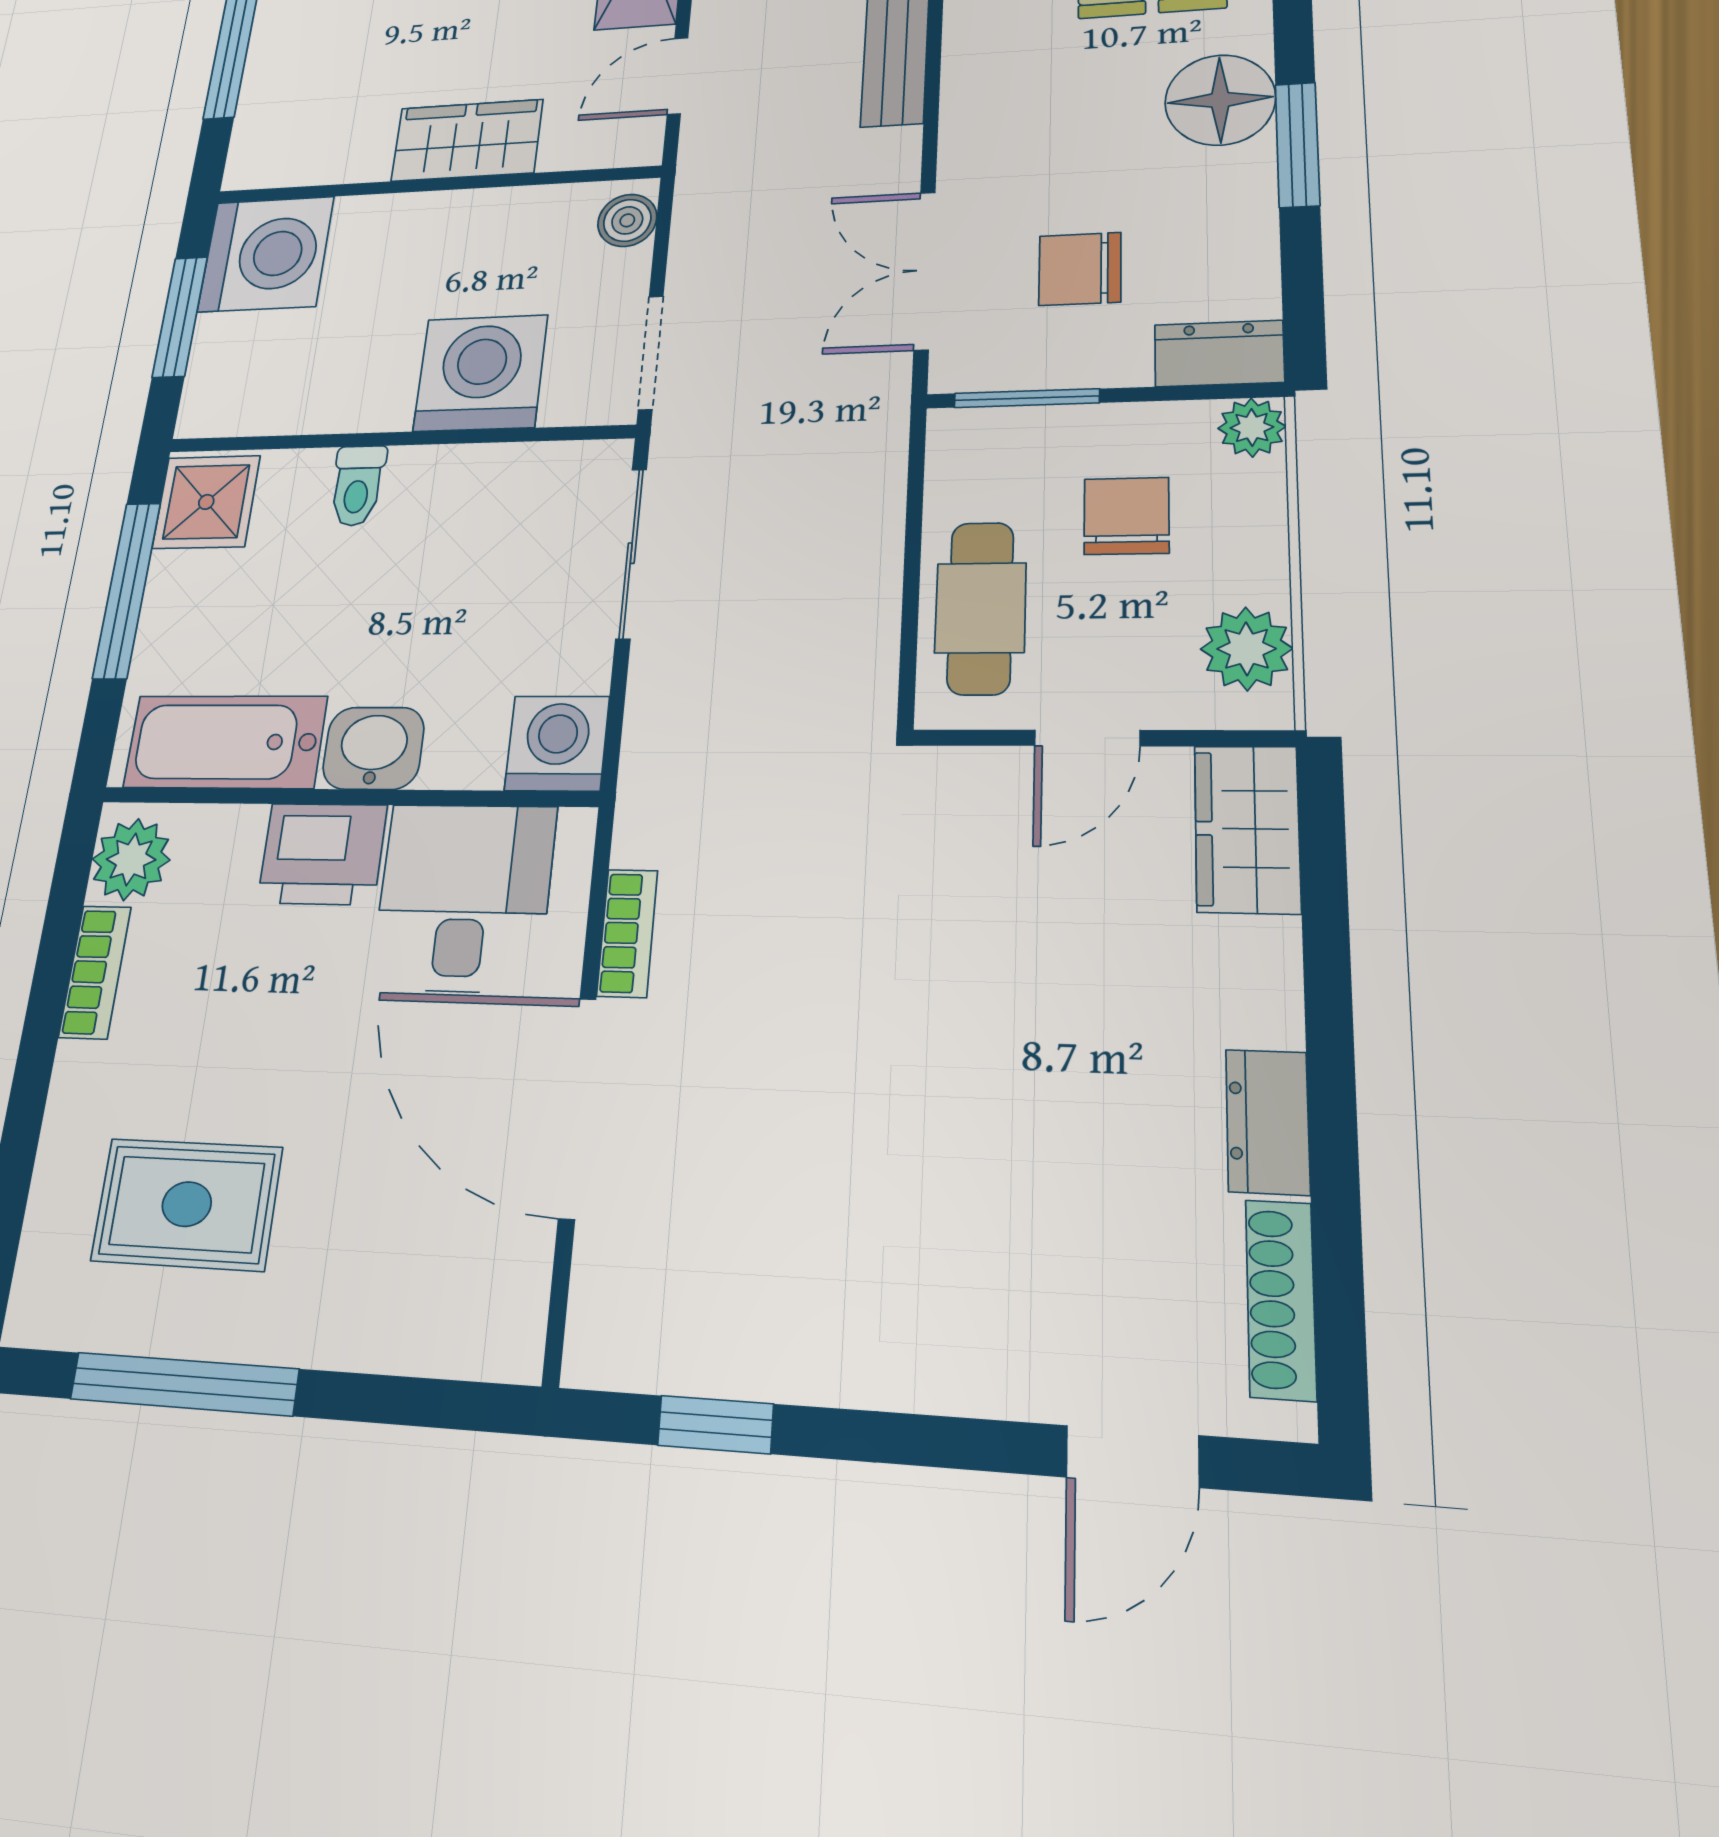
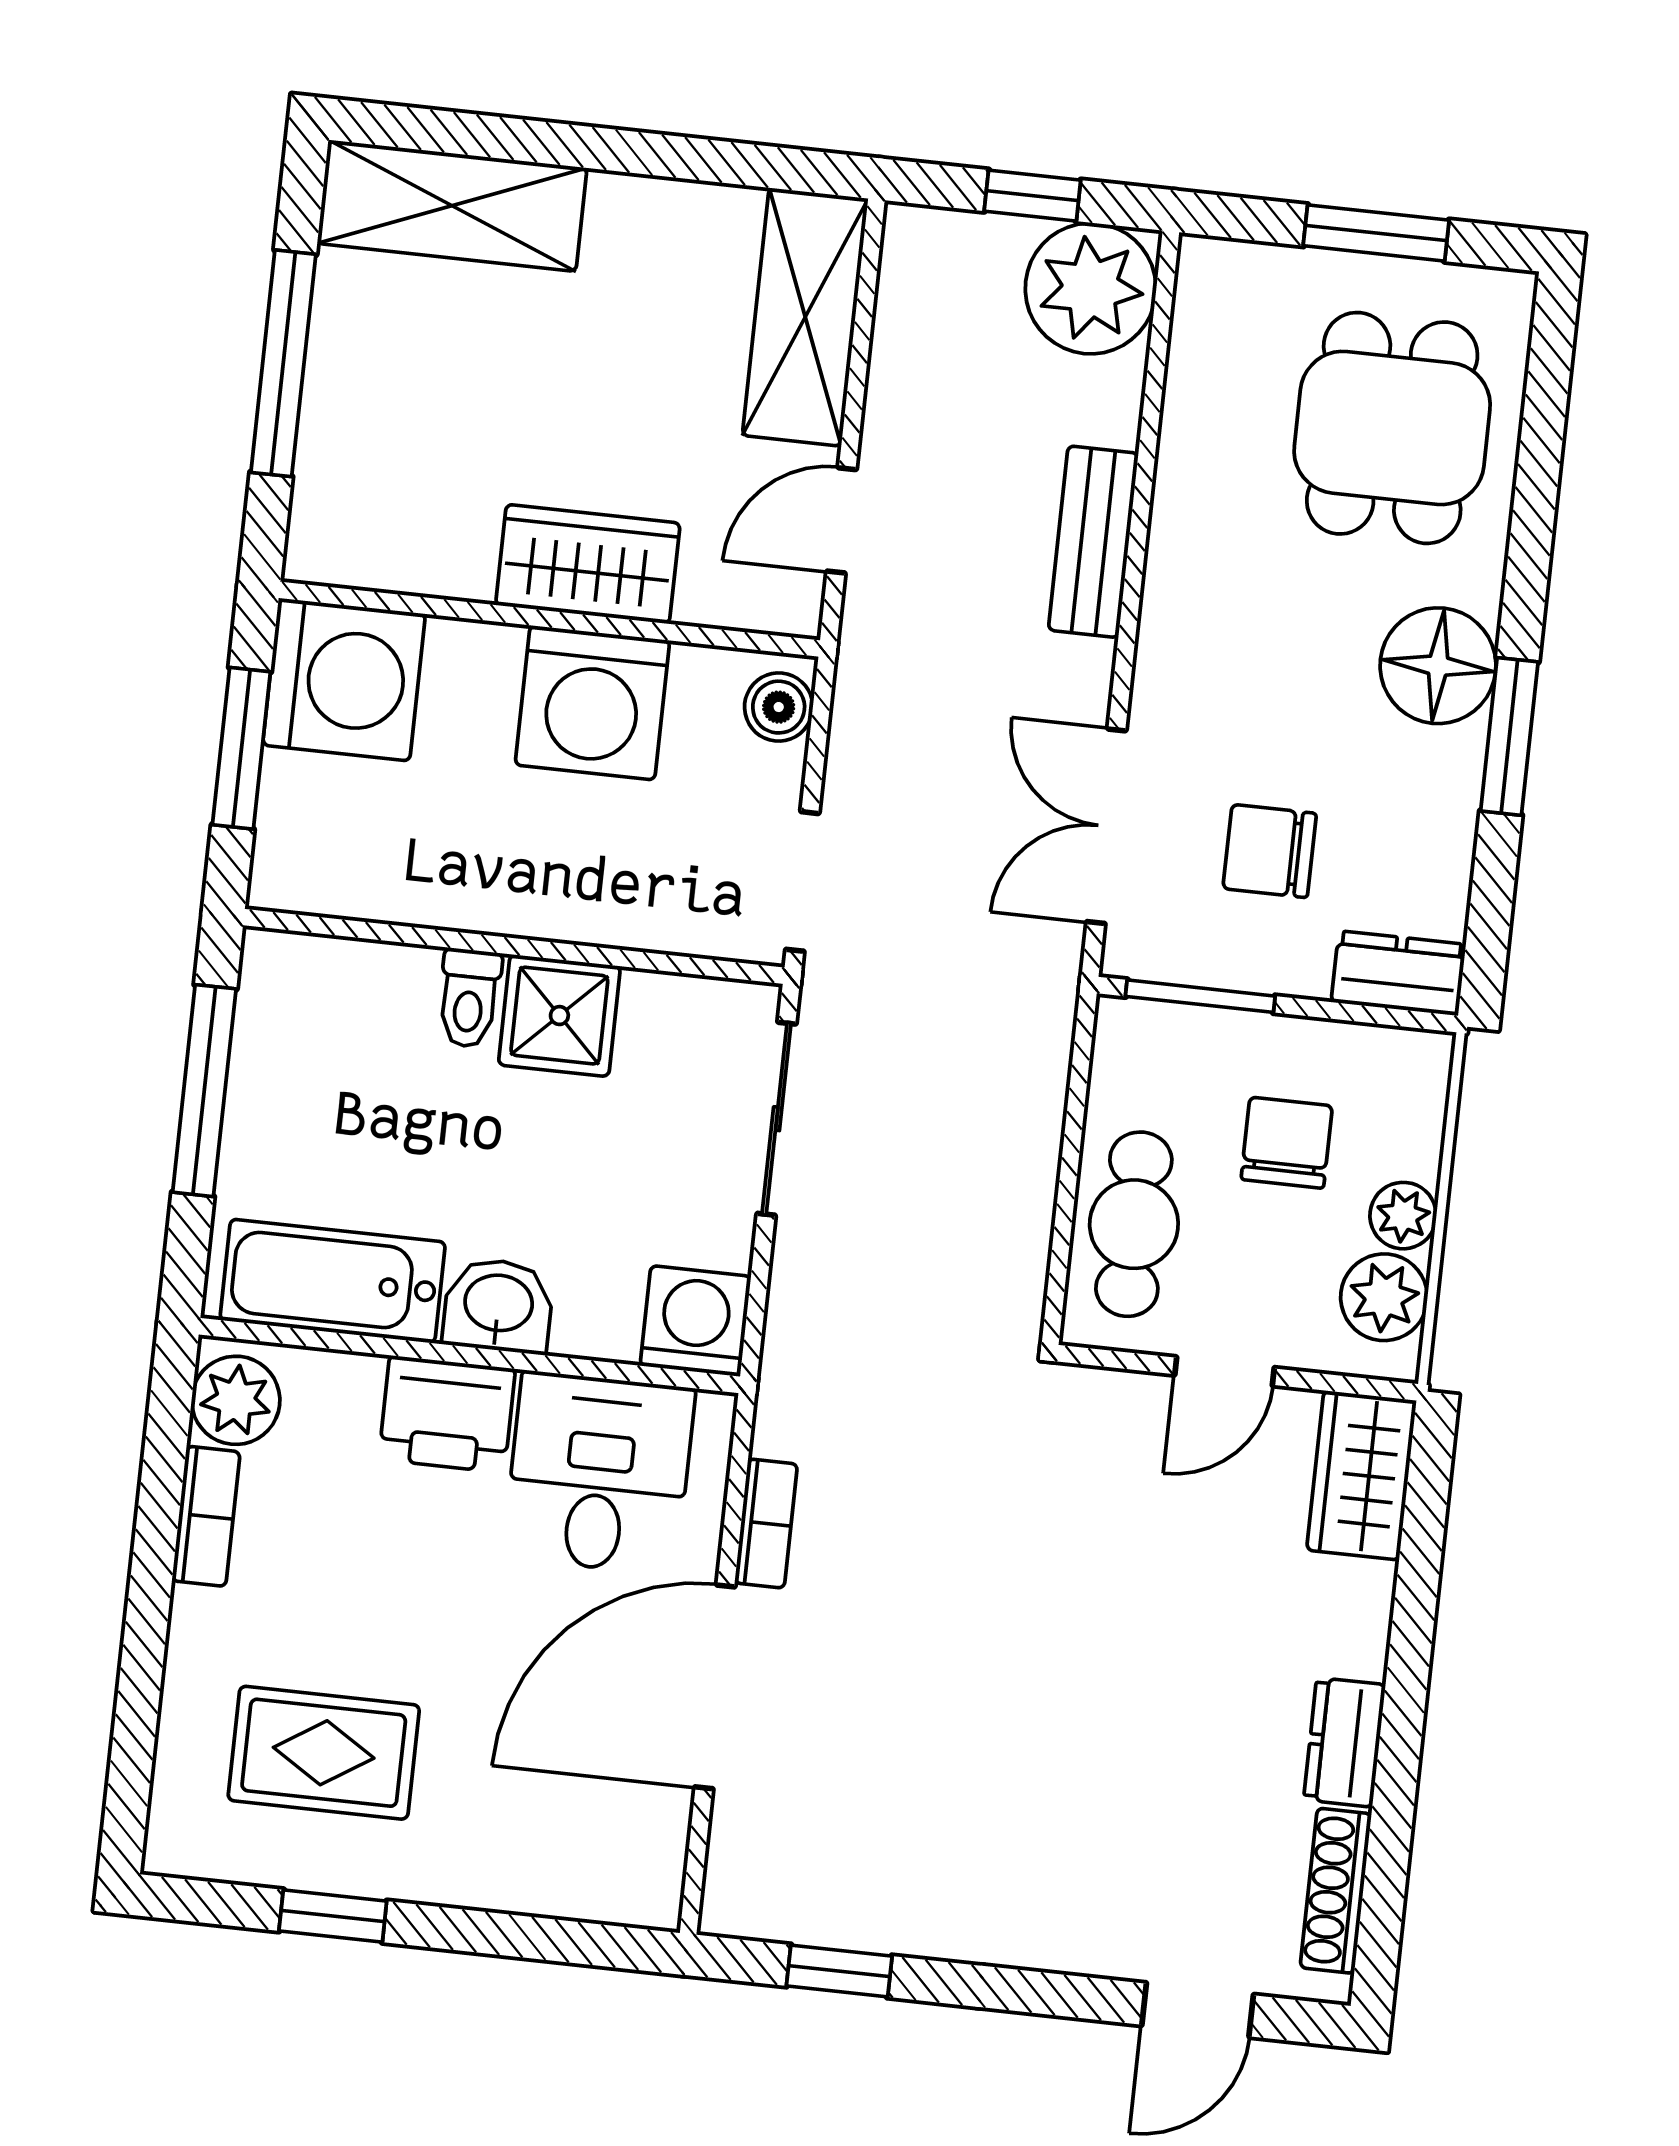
washing machine: (481, 373) -> (592, 703), moved, turned 180
plant: (1252, 427) -> (1403, 1216), moved
shower: (206, 502) -> (559, 1016), moved
door: (577, 1107) -> (715, 1687), hinge flipped
window: (184, 1384) -> (333, 1916), width x0.46

